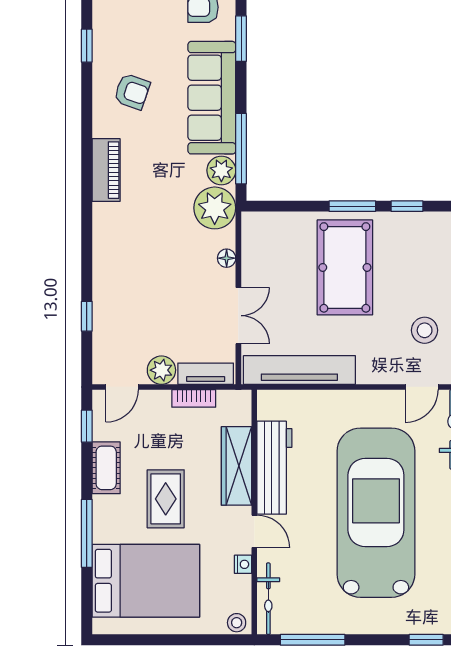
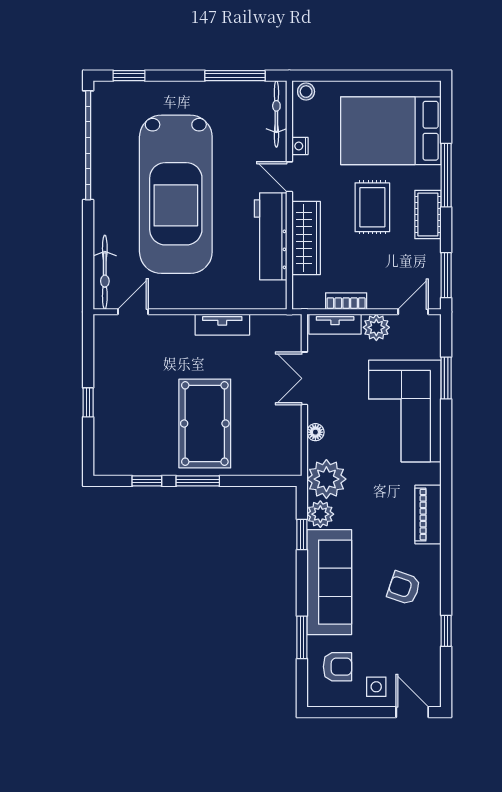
window: (241, 149) -> (302, 534), width x0.46
corner sofa: (131, 281) -> (405, 411), added
window: (87, 316) -> (446, 378), width x1.50
stool: (425, 330) -> (130, 365), removed
tv unit: (299, 370) -> (222, 325), width x0.52, depth x0.78
window: (87, 426) -> (446, 275), width x1.50
cot: (106, 468) -> (428, 214), moved

